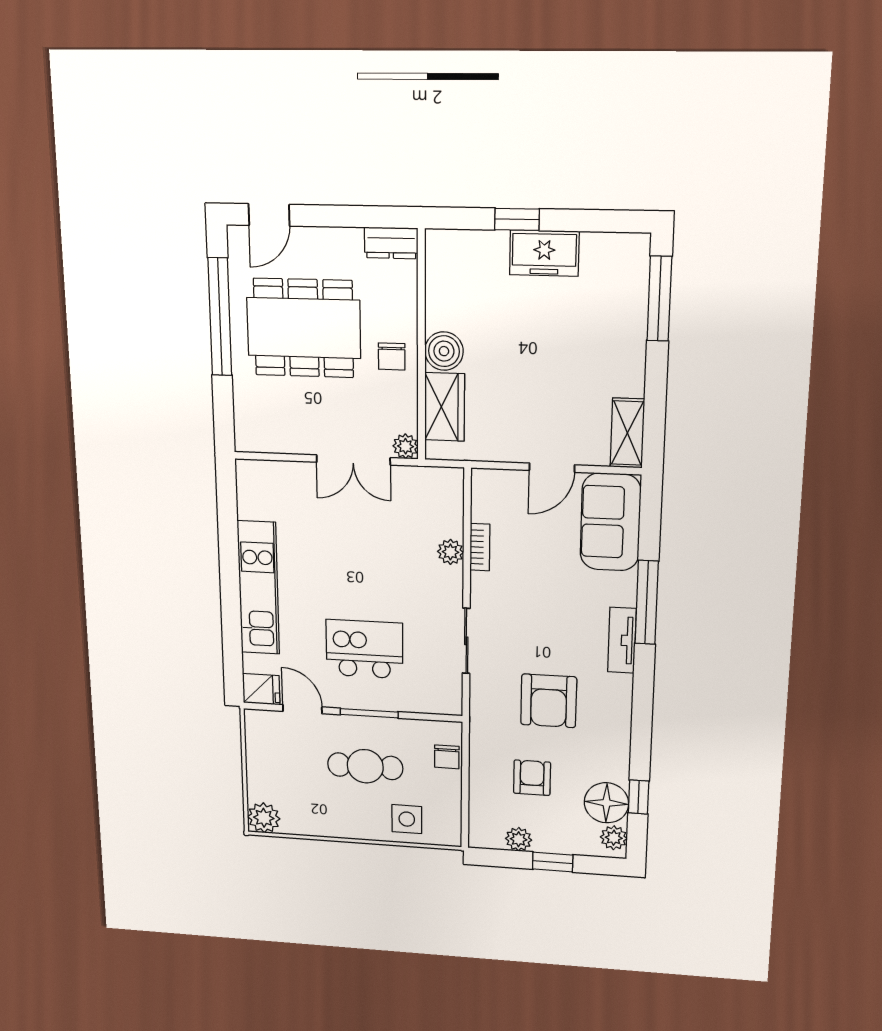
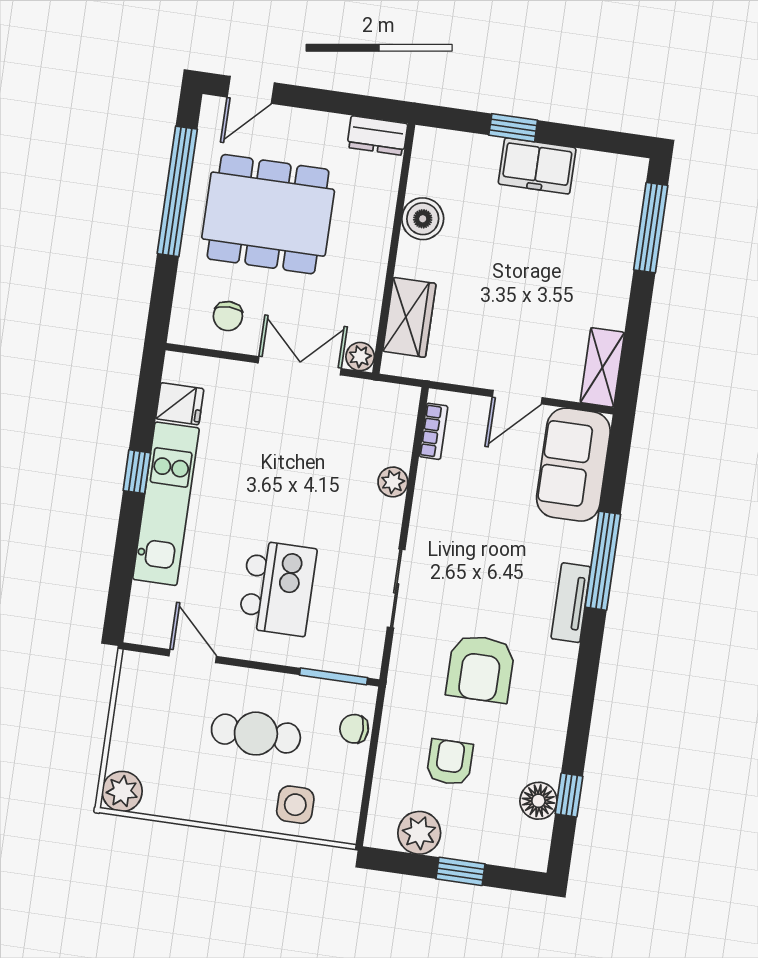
boiler: (444, 351) -> (423, 219), moved
chair: (392, 356) -> (228, 316), moved
double door: (353, 460) -> (300, 366), swing flipped
bookcase: (480, 547) -> (434, 431), moved
window: (229, 564) -> (137, 472), added
kitchen island: (364, 649) -> (278, 588), turned 90
fridge: (261, 689) -> (180, 404), moved
window: (369, 713) -> (334, 676), moved
chair: (447, 757) -> (354, 729), turned 90
floor lamp: (606, 803) -> (538, 801), width x0.73, depth x0.73
plant: (614, 838) -> (535, 845), removed
plant: (519, 839) -> (419, 833), width x1.38, depth x1.38

